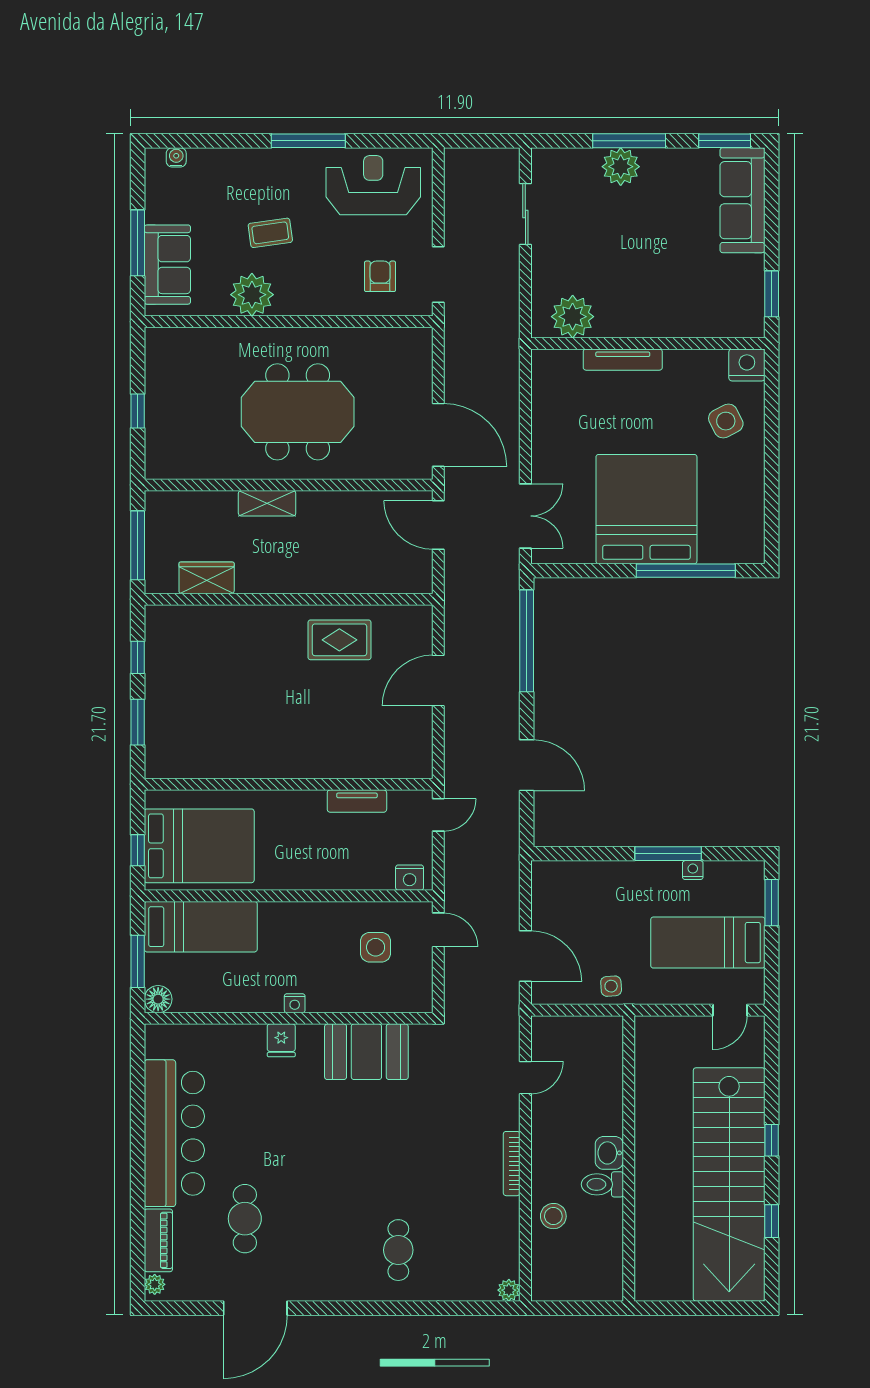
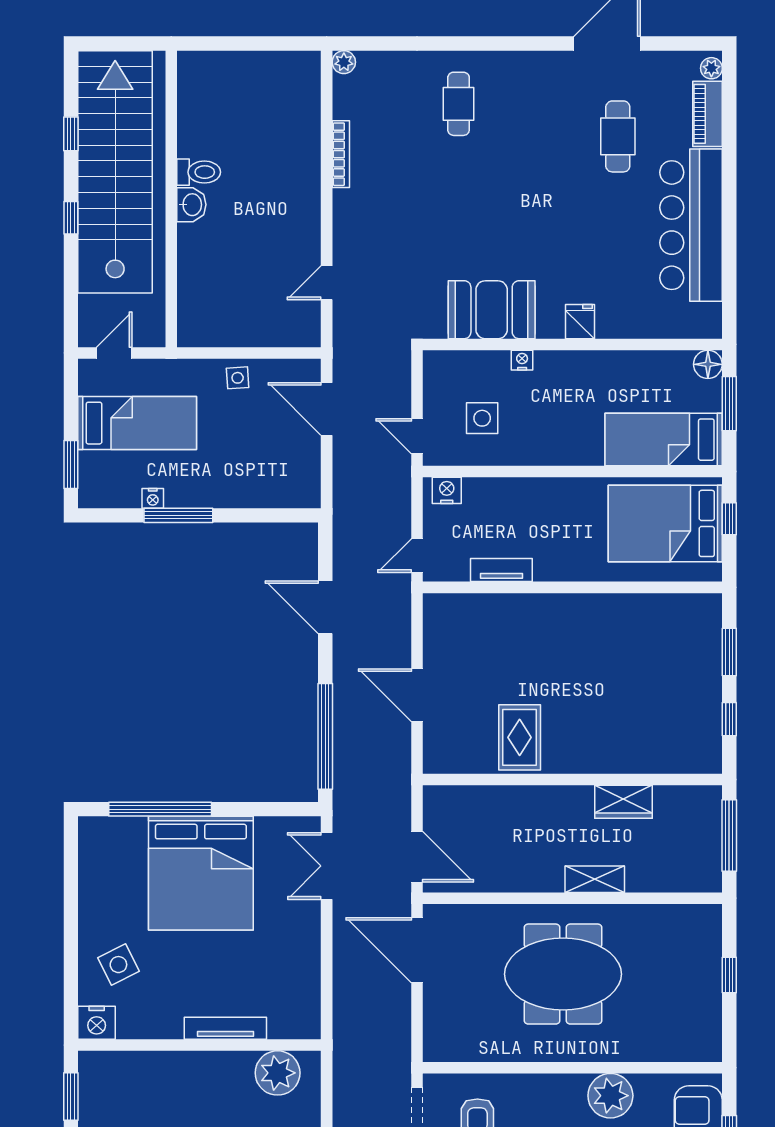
wardrobe: (207, 578) -> (624, 802), moved
rug: (339, 640) -> (520, 737), turned 90
door: (438, 680) -> (417, 695), swing flipped
nightstand: (295, 1003) -> (522, 360), moved
washbasin: (609, 1153) -> (191, 205), moved
wall: (629, 1158) -> (171, 199), moved
bookcase: (512, 1164) -> (341, 154), moved
toilet: (602, 1184) -> (199, 172), moved
stool: (553, 1216) -> (298, 139), removed

